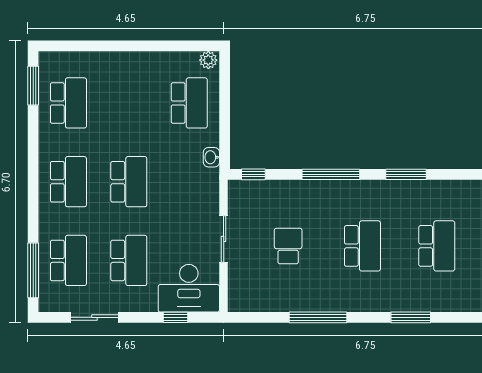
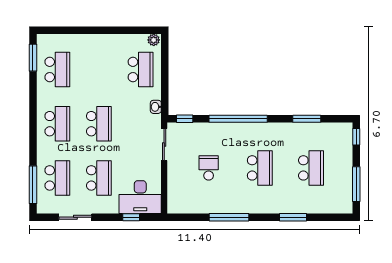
window: (331, 174) -> (238, 119), width x1.46
window: (406, 174) -> (307, 119), moved
sliding door: (224, 239) -> (164, 144), moved

